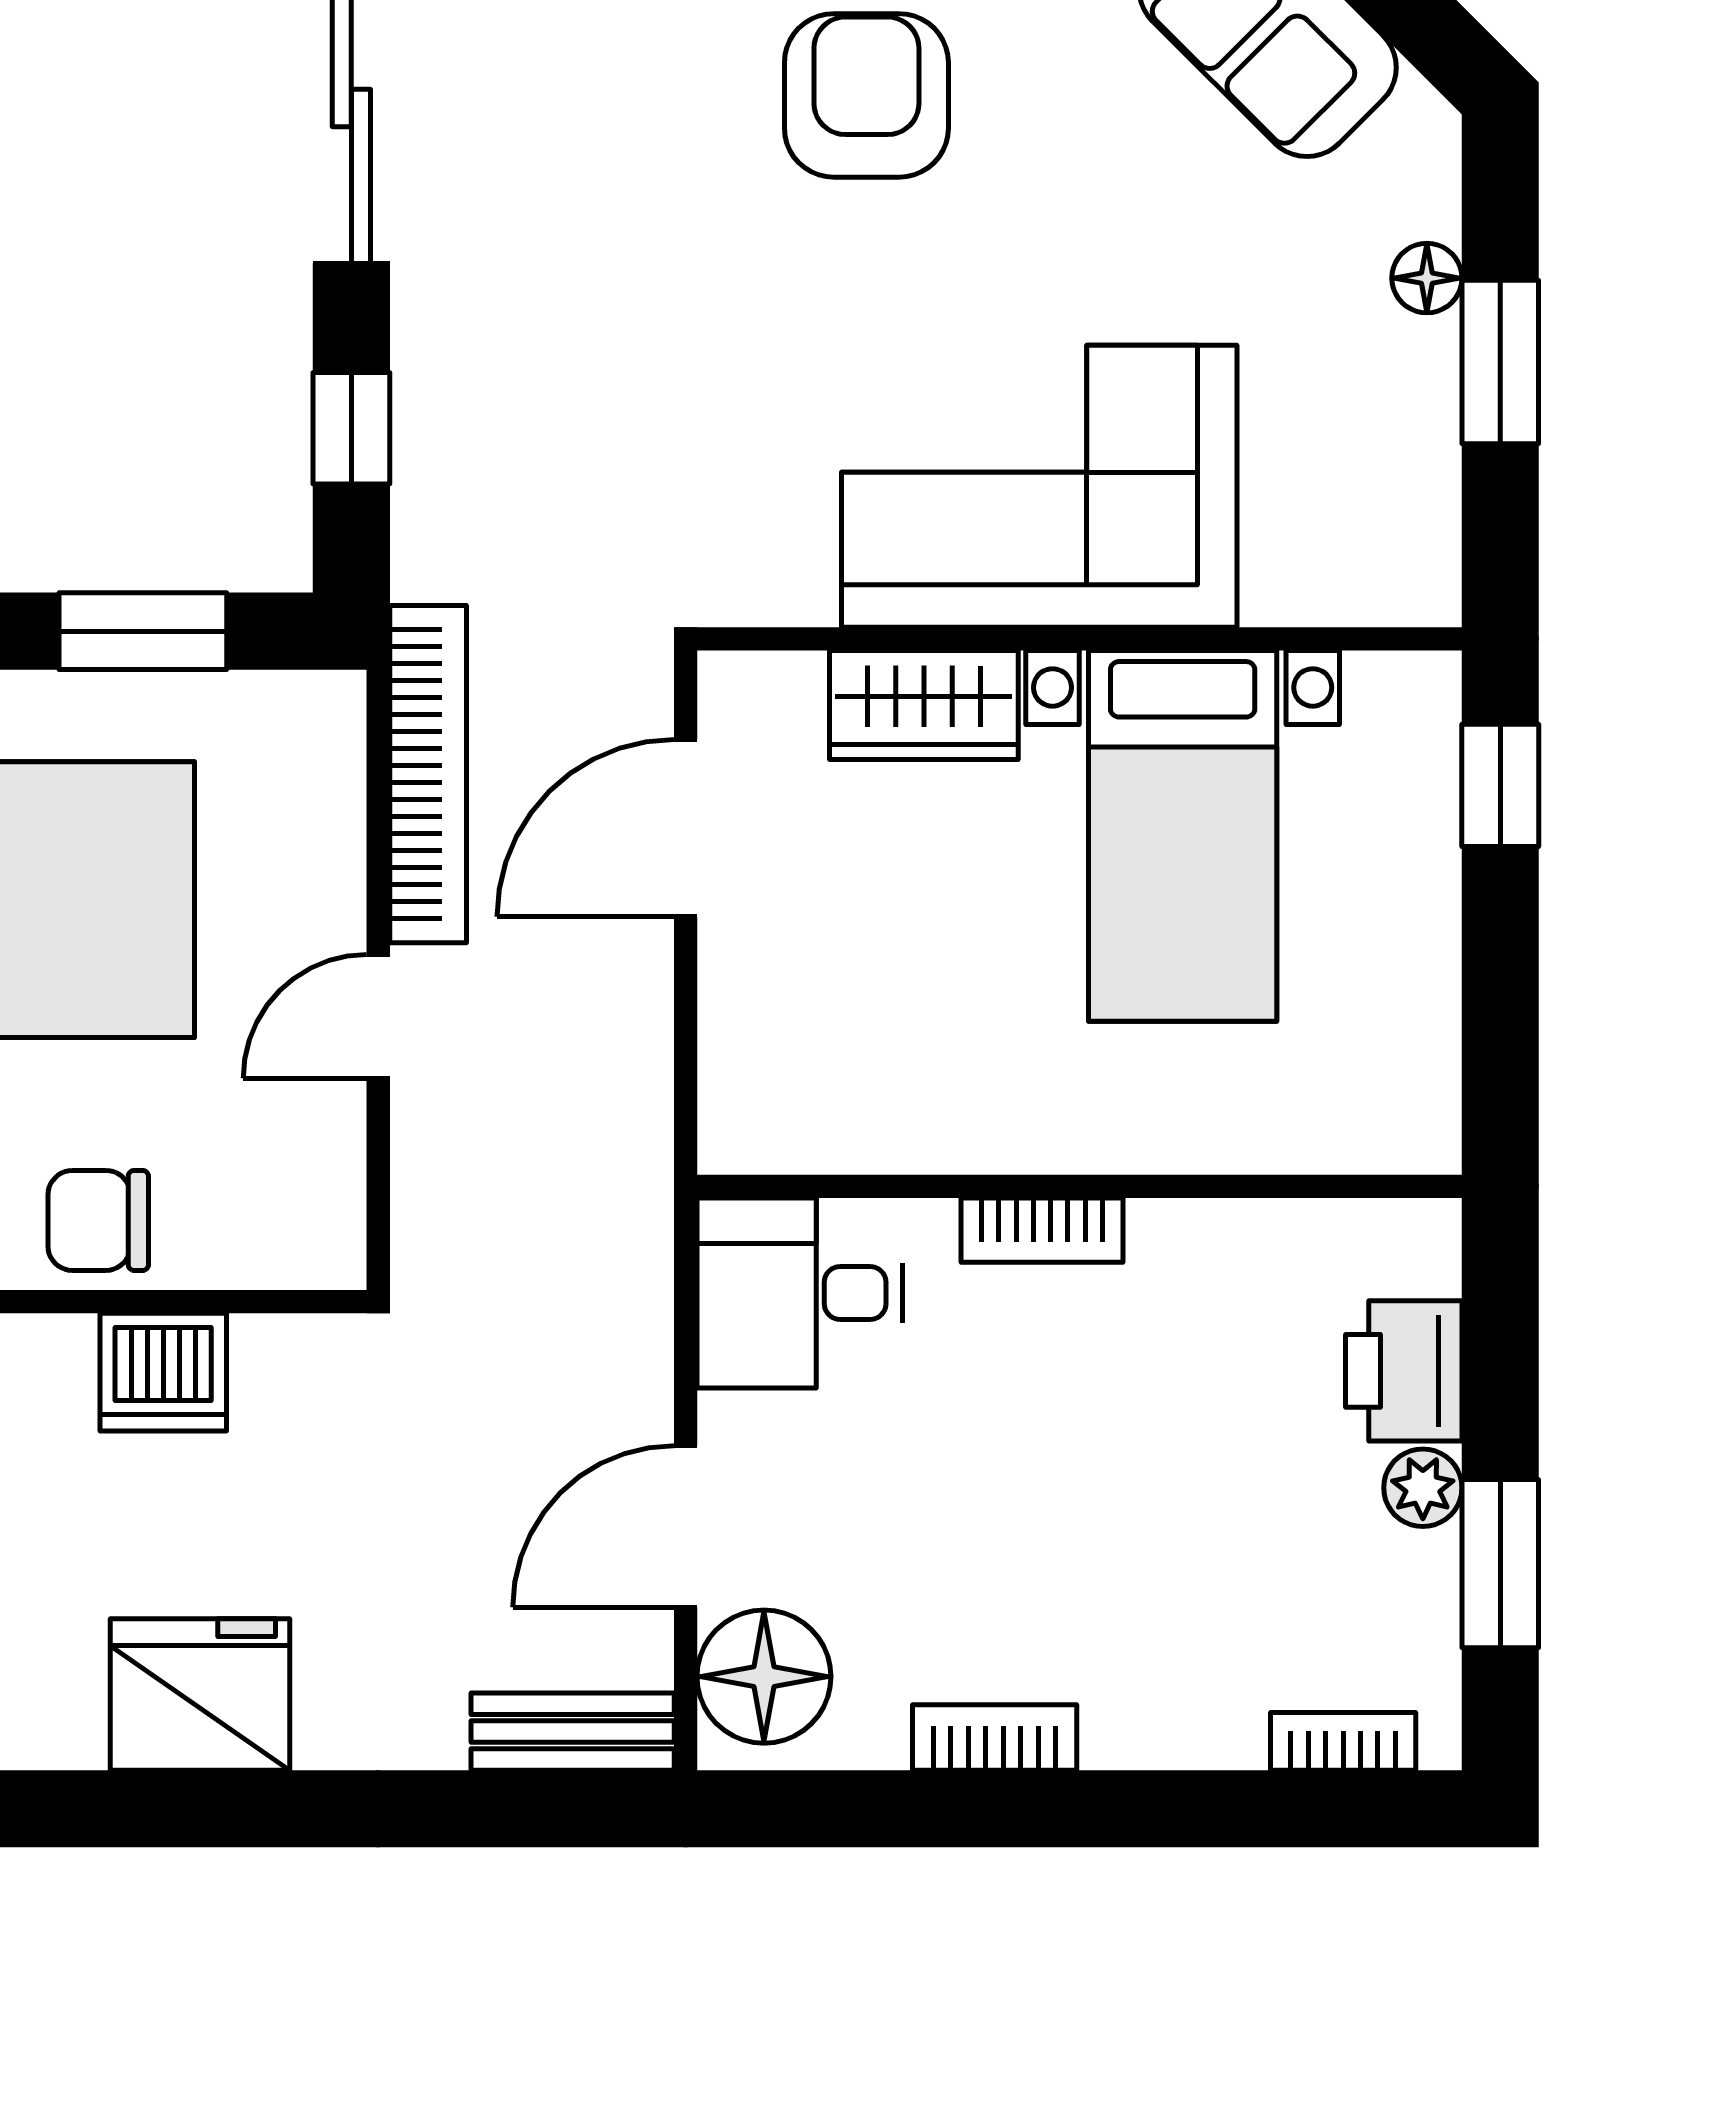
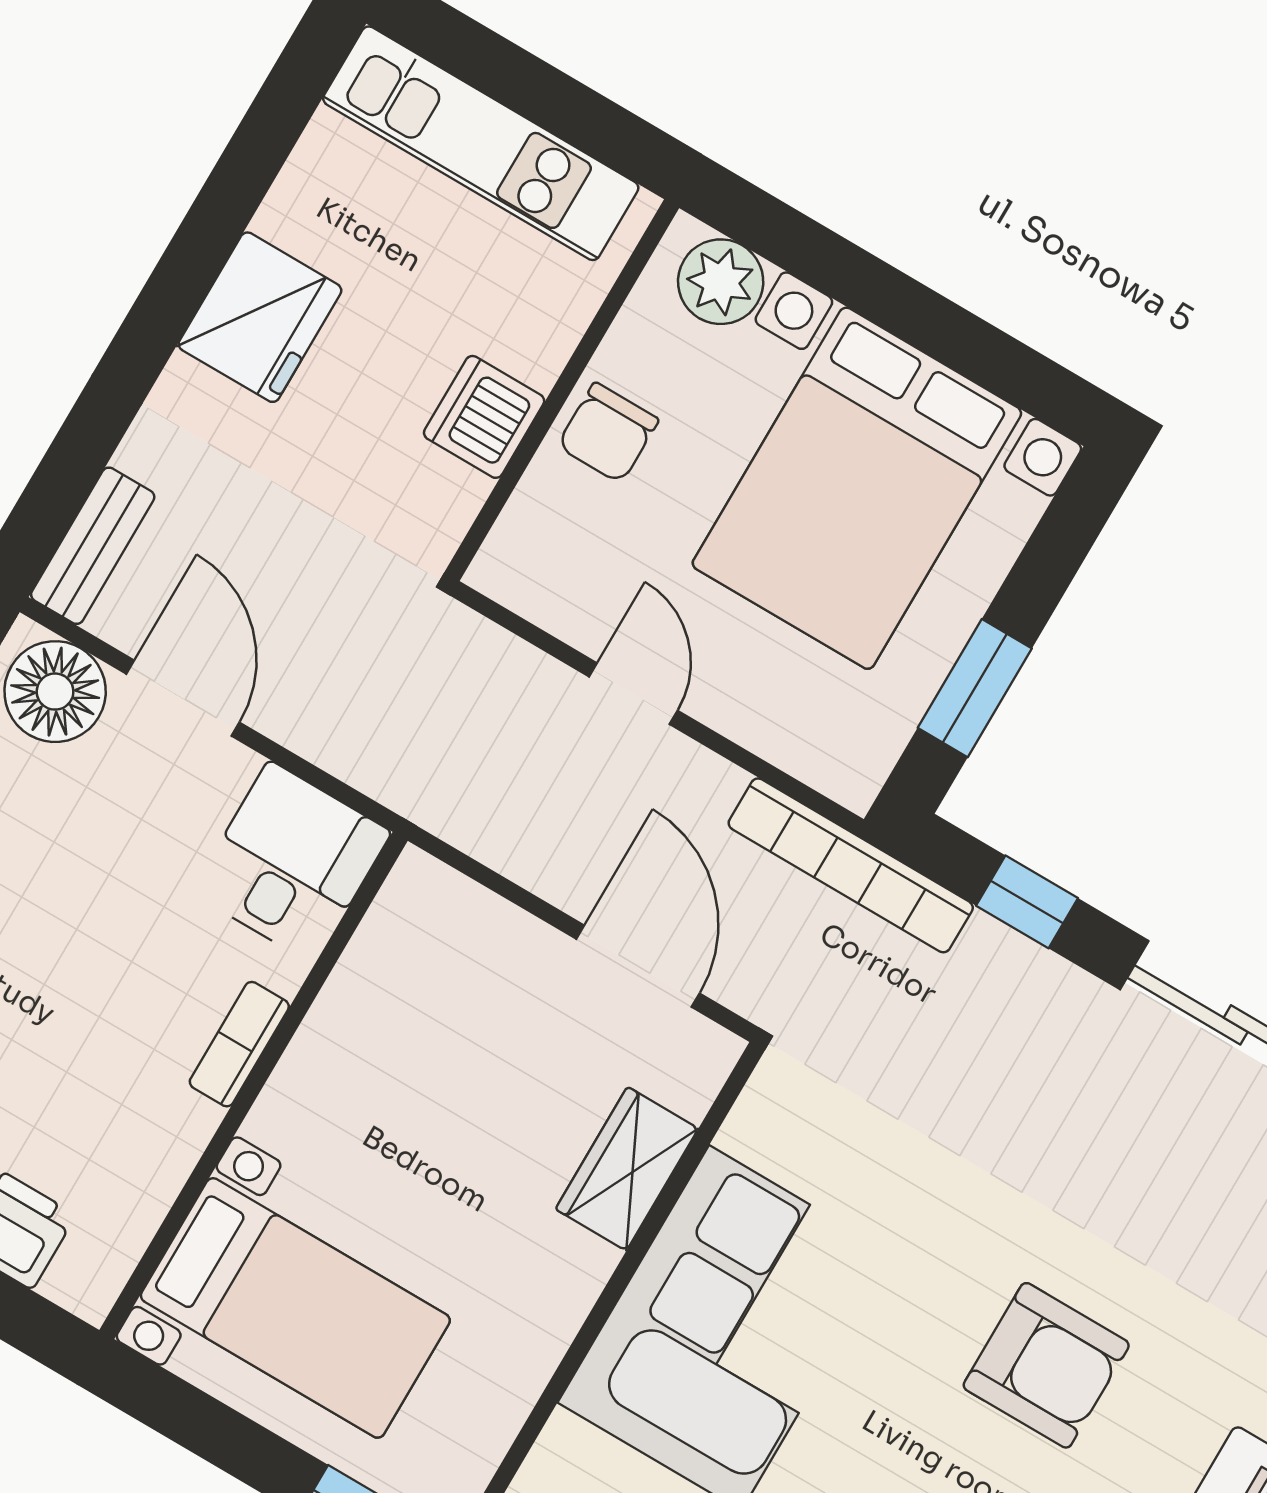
bookcase: (428, 774) -> (851, 865), moved
bed with nightstands: (1183, 836) -> (295, 1308), moved, turned 180
chair: (98, 1220) -> (608, 433), turned 180

